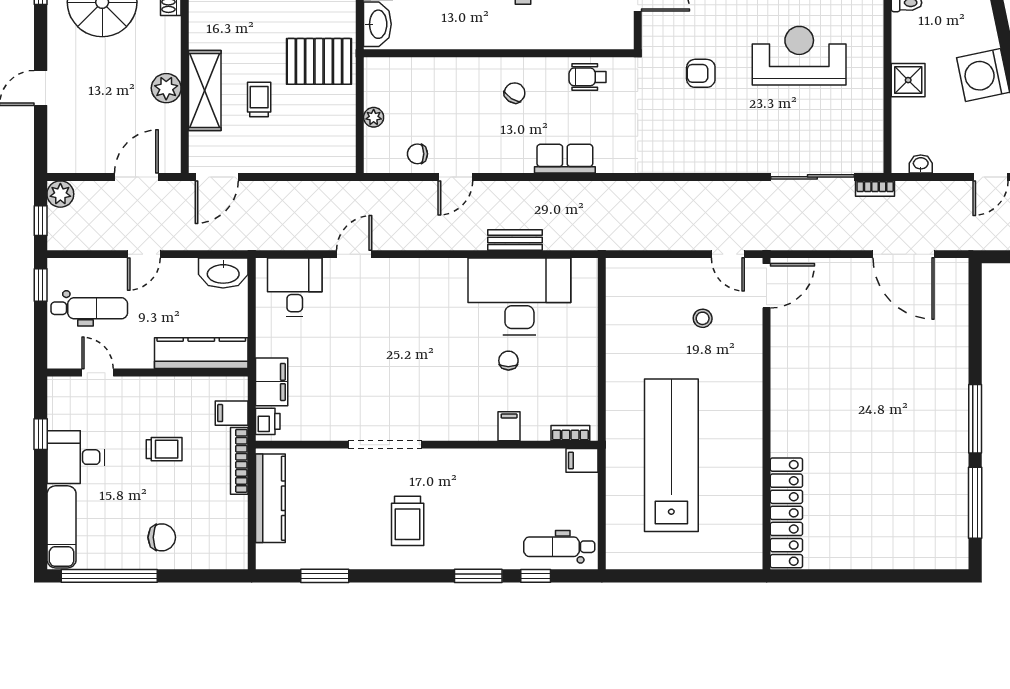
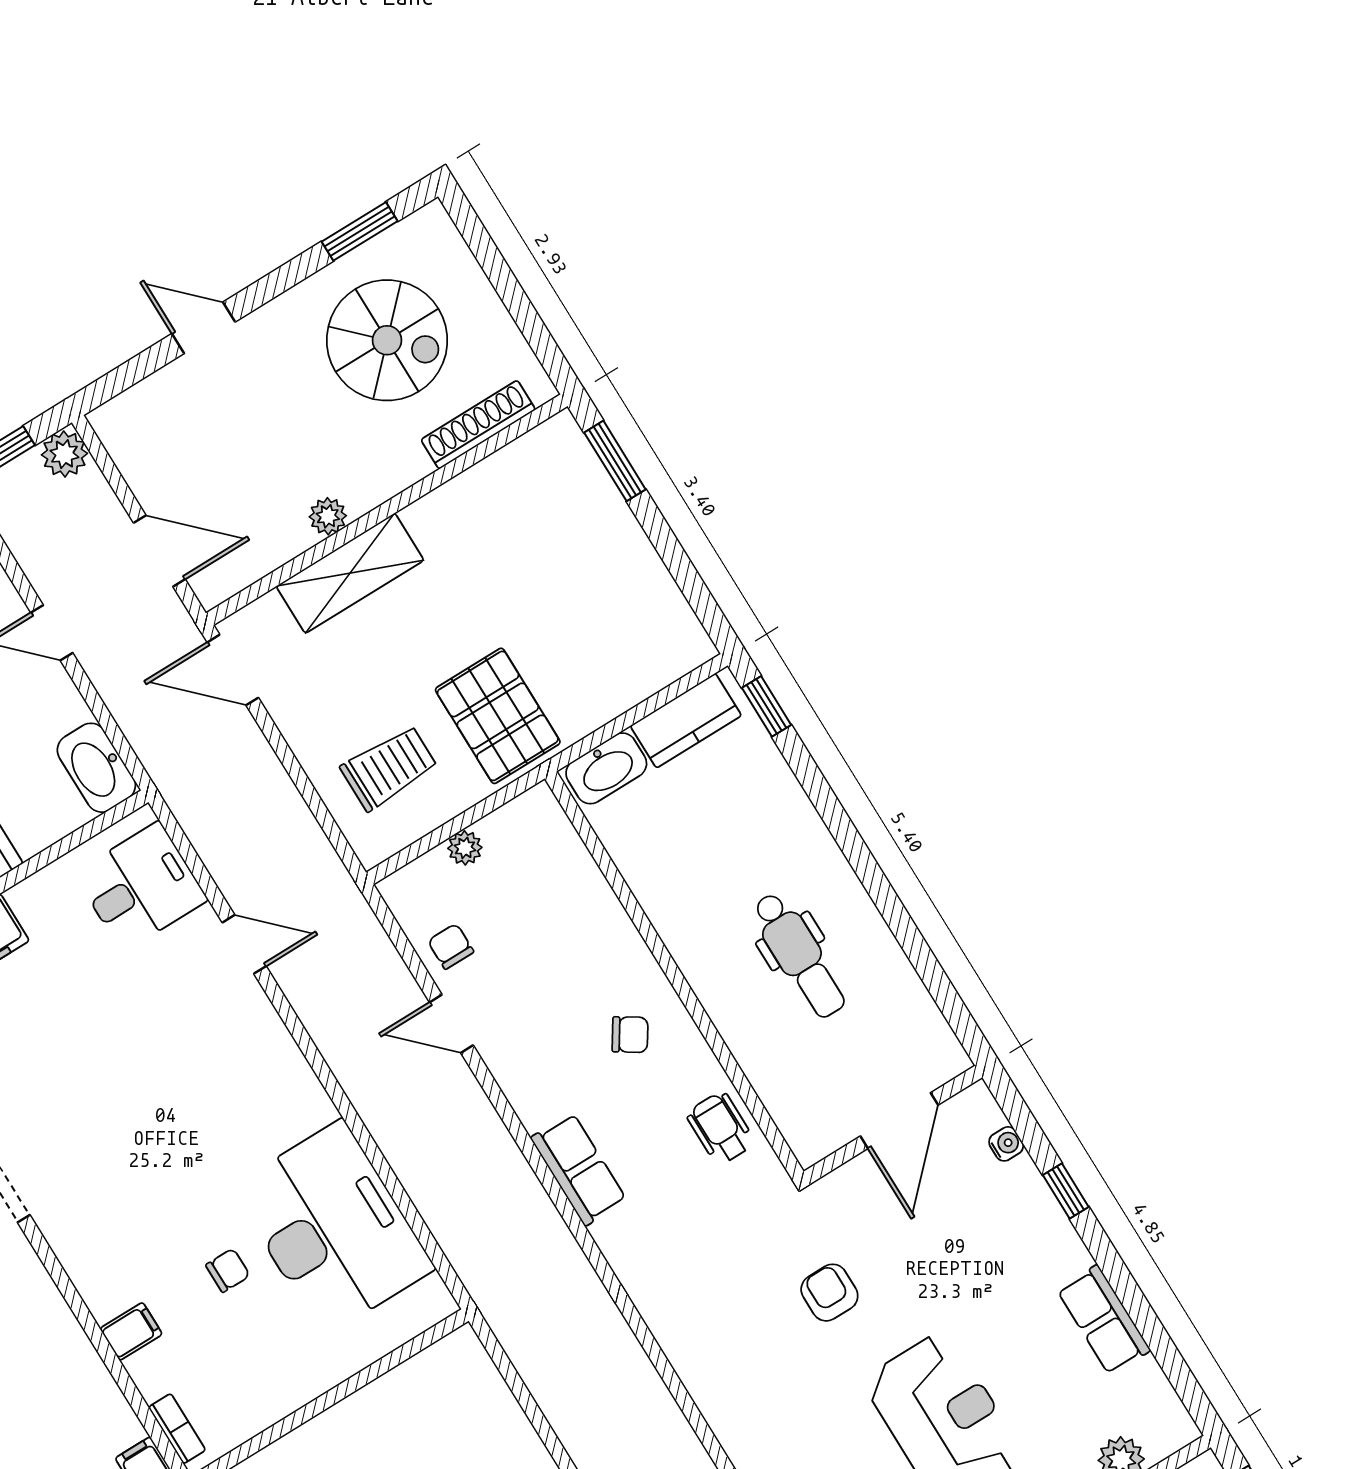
plant: (166, 88) -> (328, 516), width x0.73, depth x0.73
trolley: (259, 100) -> (389, 768), moved, width x1.36, depth x1.39
bench: (515, 240) -> (413, 1170), removed

